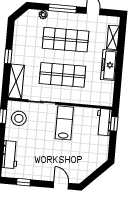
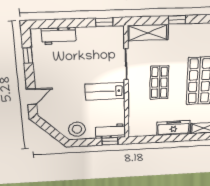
shop shelf: (62, 75) -> (159, 83), width x0.70, depth x0.74
stool: (19, 118) -> (77, 129), moved
lab bench: (64, 123) -> (105, 91), turned 180

